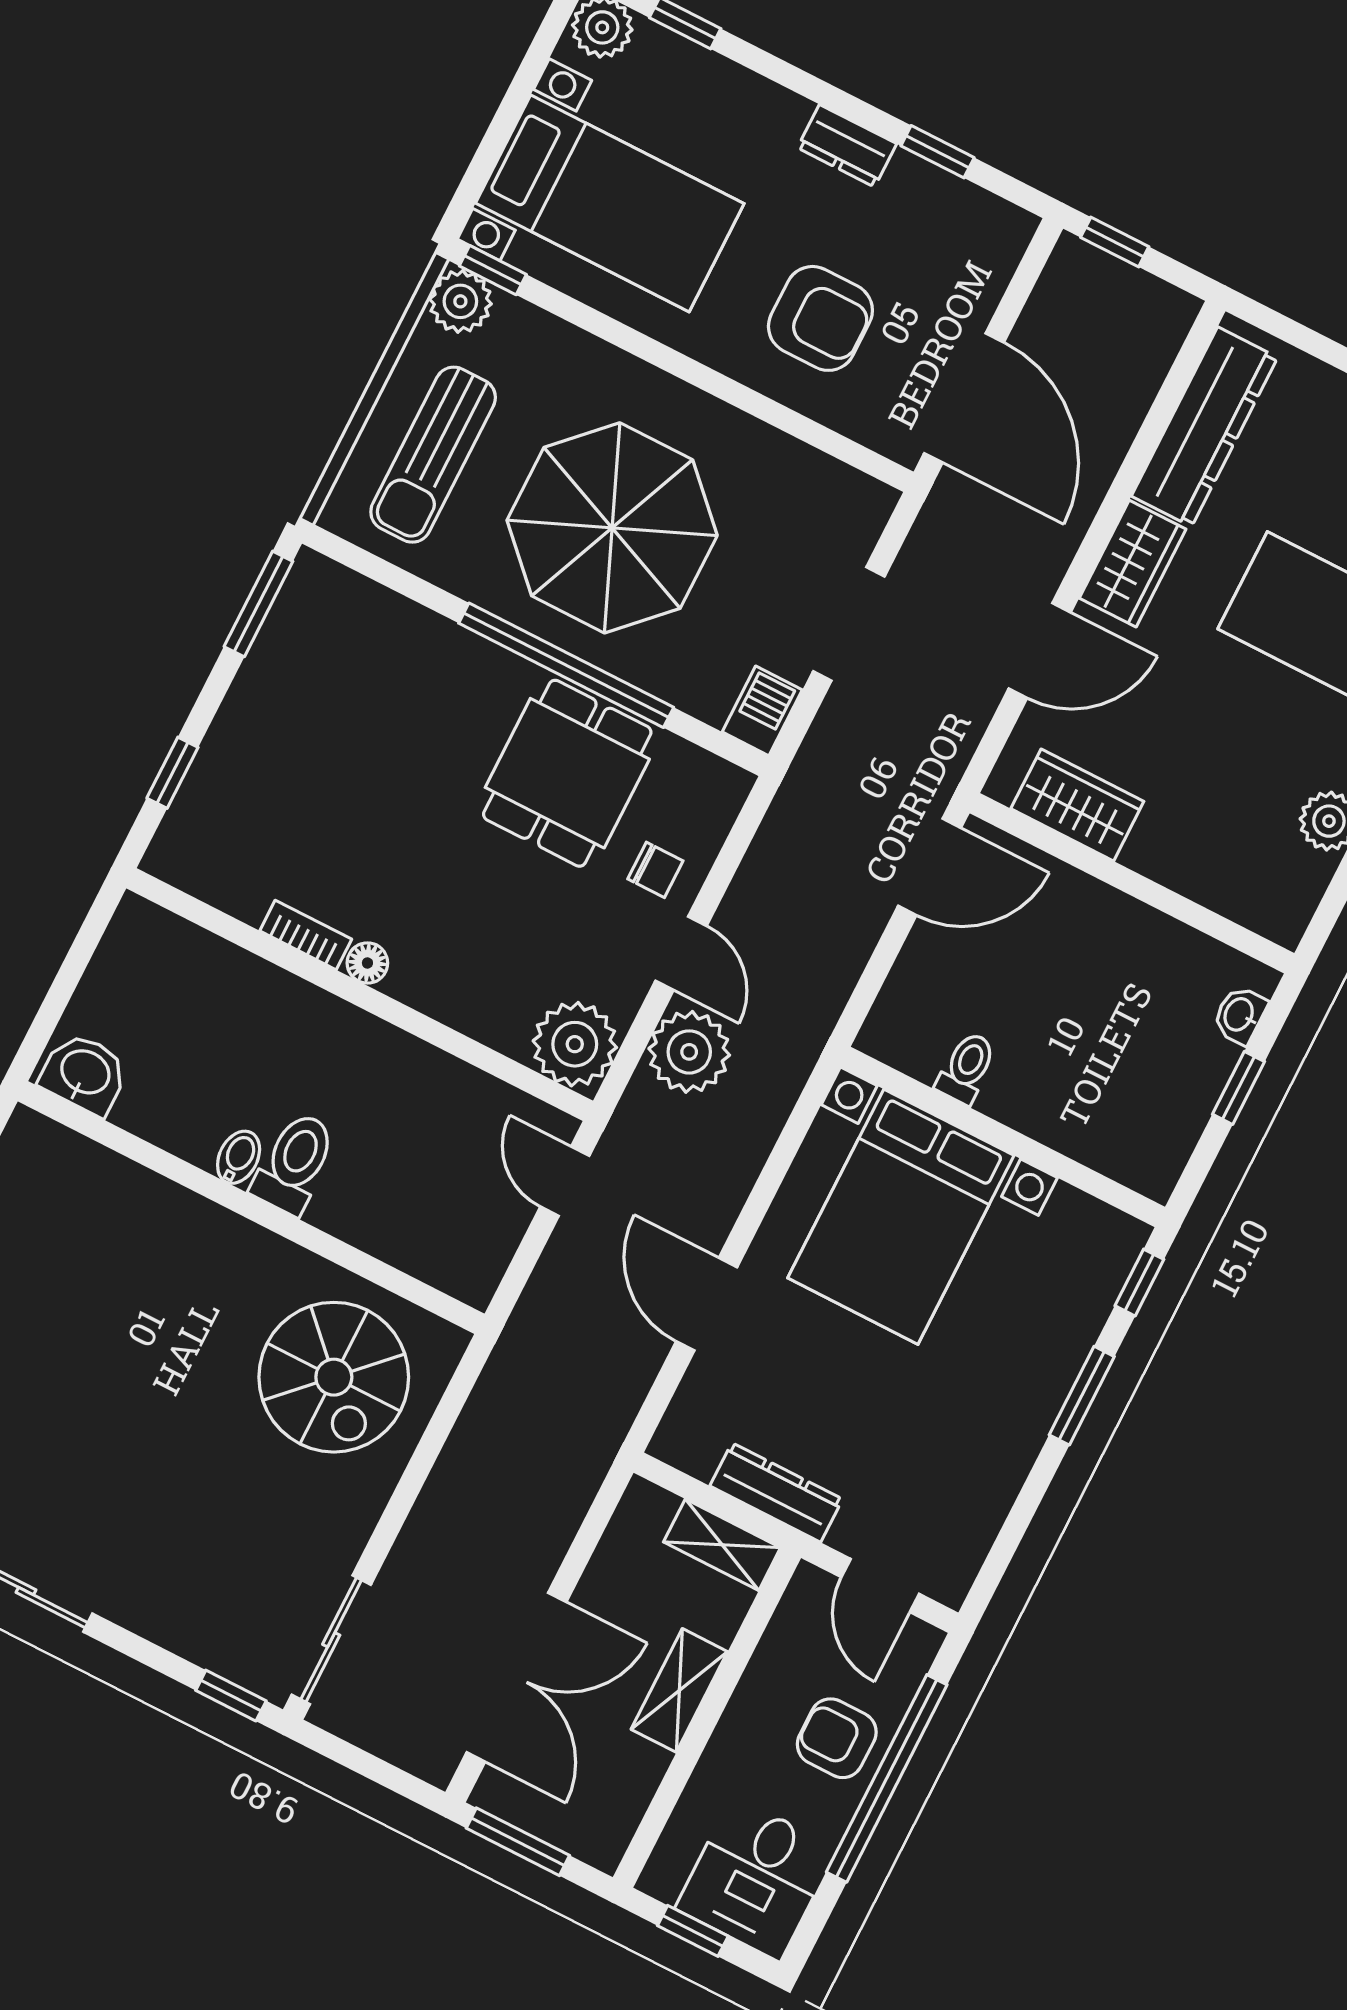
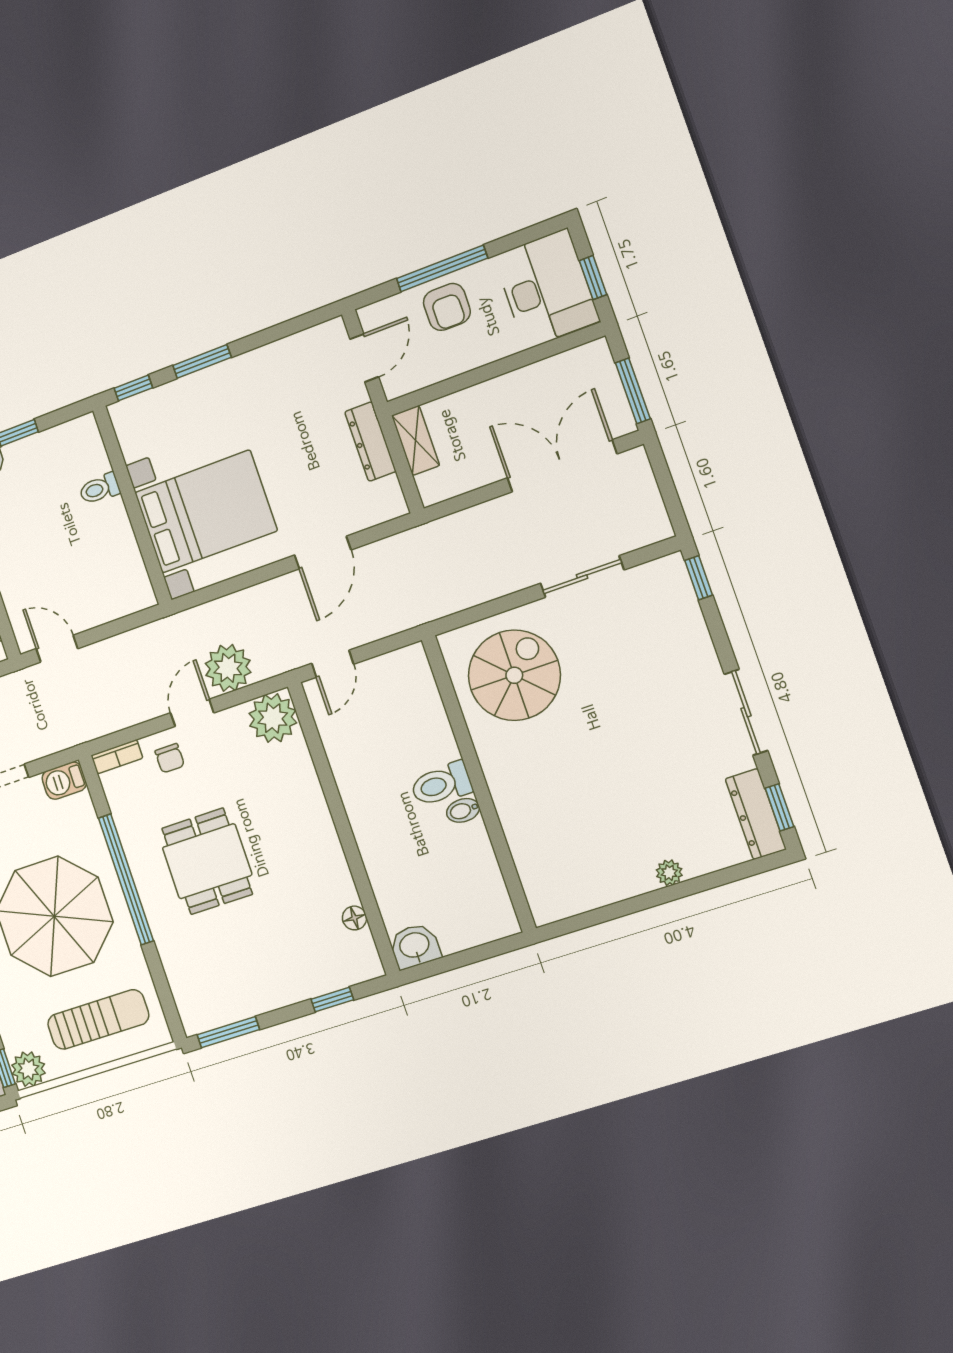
dining table: (567, 773) -> (207, 861), moved, turned 90
door: (929, 867) -> (57, 649), width x0.73
chair: (655, 870) -> (170, 758), turned 180
bookcase: (306, 935) -> (117, 757), moved, turned -90
floor lamp: (367, 963) -> (354, 918), moved
toilet: (966, 1068) -> (100, 489), moved
washbasin: (85, 1074) -> (415, 946), moved, turned 90
sliding door: (331, 1640) -> (582, 577), moved
shelving: (679, 1690) -> (496, 393), removed
window: (887, 1778) -> (442, 268), width x0.68
desk: (756, 1878) -> (546, 288), width x1.37

